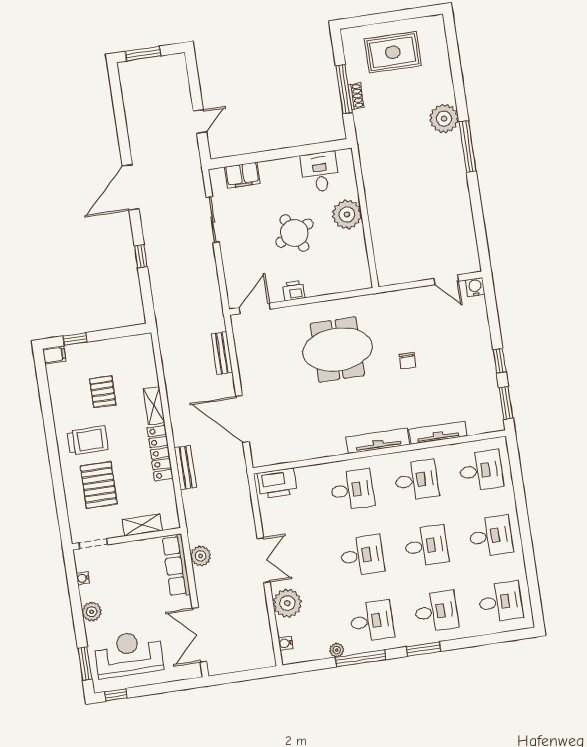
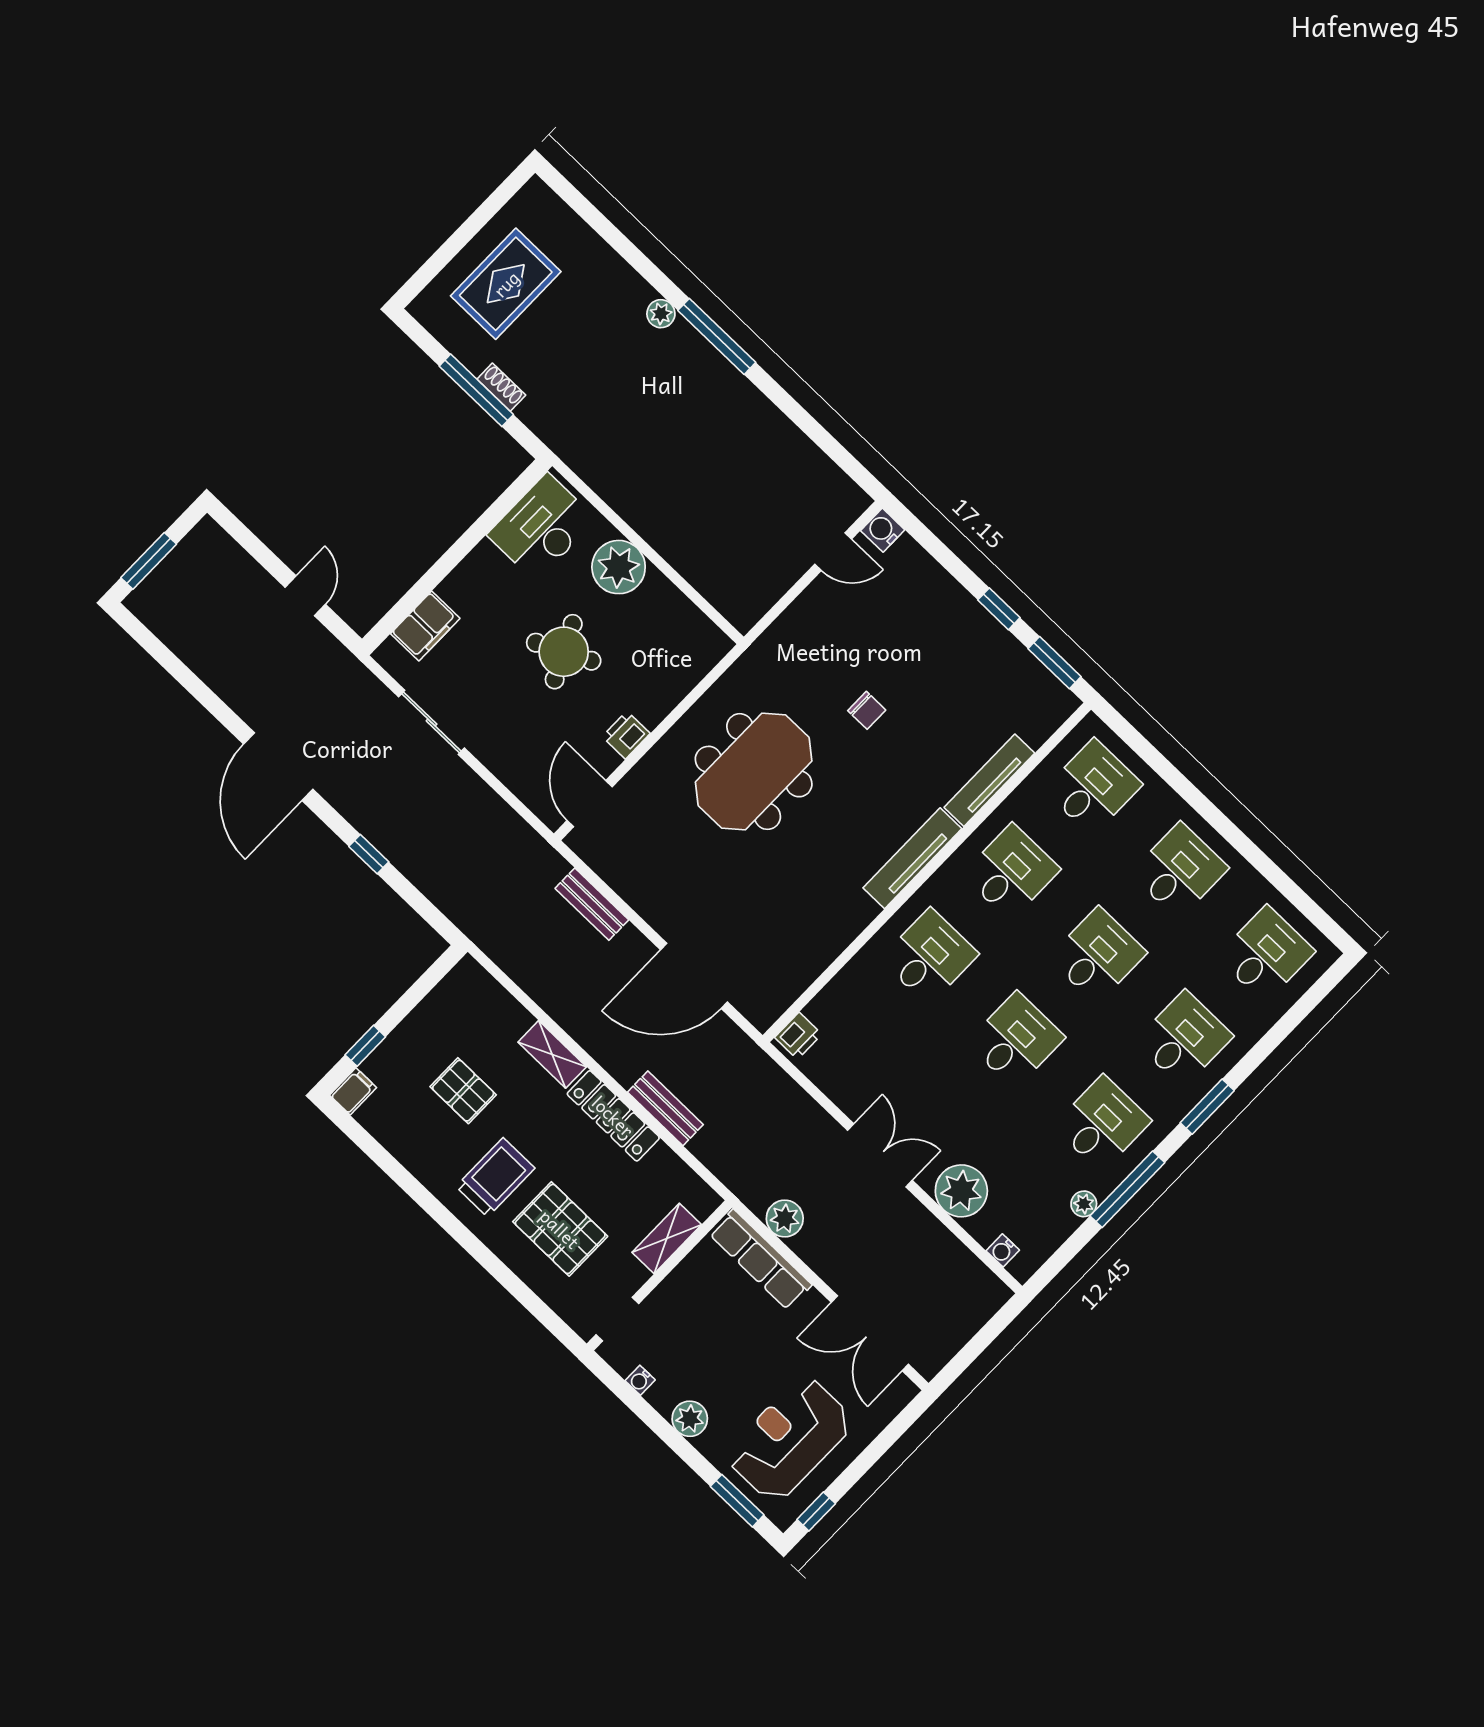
plant: (444, 119) -> (661, 314), width x0.53, depth x0.53
desk: (320, 172) -> (542, 527), width x1.37
printer: (277, 483) -> (798, 1036), width x0.53, depth x0.68

